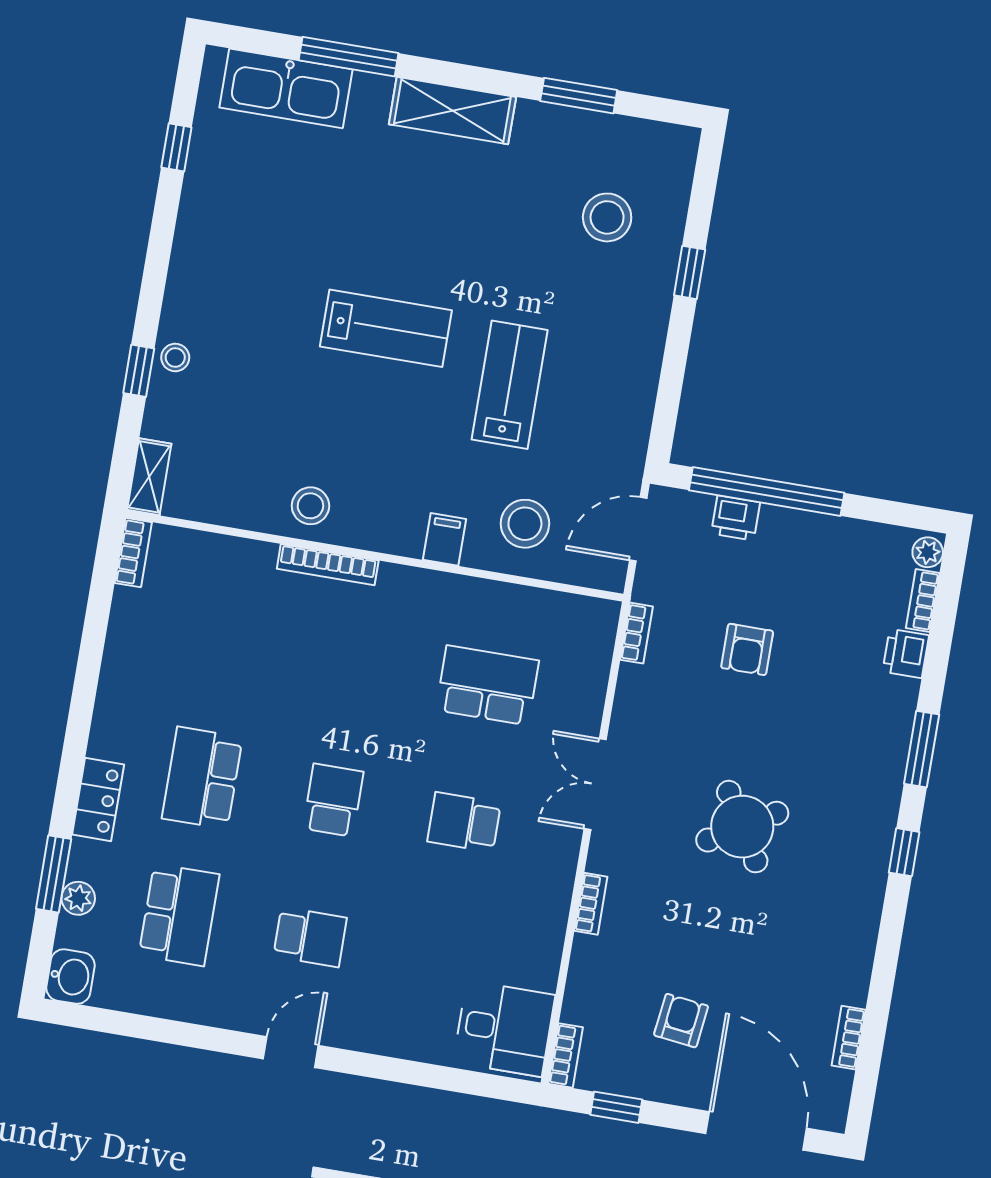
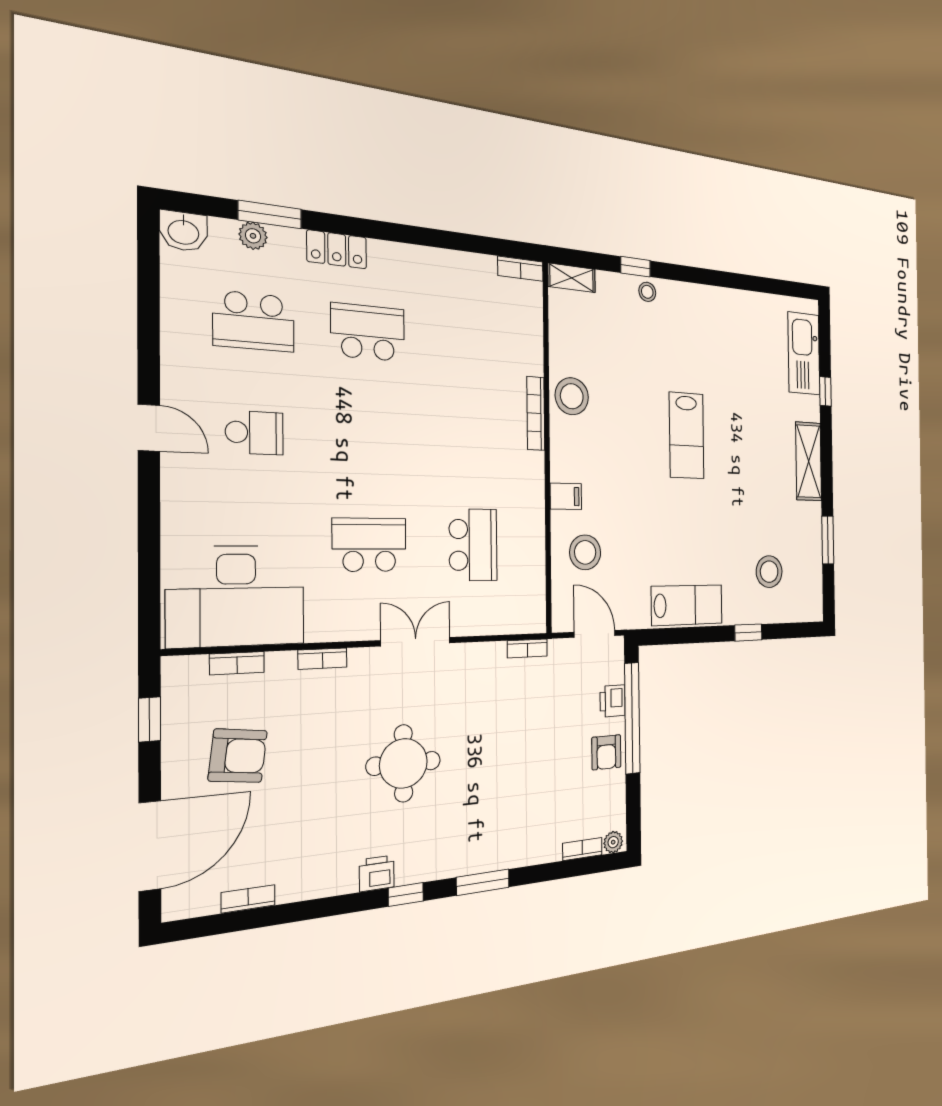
window: (349, 57) -> (825, 391), width x0.46
window: (176, 147) -> (763, 285), removed
lab bench: (510, 385) -> (687, 605), moved
stool: (310, 506) -> (572, 396), width x1.38, depth x1.38
armchair: (747, 649) -> (606, 752), moved, turned -90
printer: (906, 653) -> (377, 873), moved
school desk: (333, 800) -> (369, 438), removed
school desk: (464, 822) -> (369, 545), width x1.85
round table: (742, 827) -> (403, 763), turned 31
school desk: (310, 937) -> (254, 433), turned -90
armchair: (681, 1021) -> (238, 756), width x1.38, depth x1.38
desk: (504, 1029) -> (236, 596), width x1.87, depth x1.30
bookcase: (566, 1055) -> (237, 663), moved

